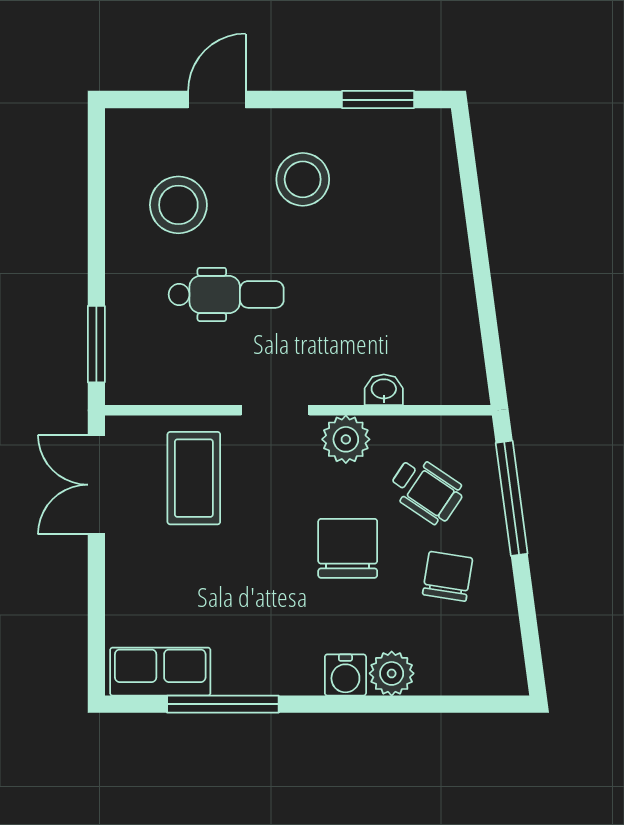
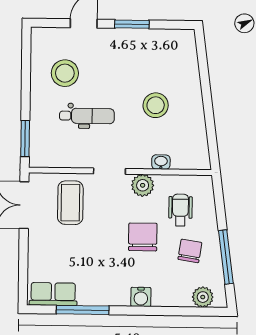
window: (378, 100) -> (132, 24), moved
stool: (303, 179) -> (156, 105), moved
wheelchair: (426, 490) -> (180, 210), turned -124
window: (512, 498) -> (226, 257), moved
plant: (392, 673) -> (203, 297), moved

